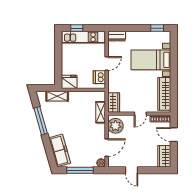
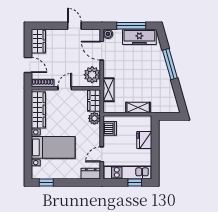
door: (107, 64) -> (102, 154), moved
fridge: (69, 82) -> (144, 140), moved, turned 90
plant: (113, 86) -> (94, 118), added
shelving: (57, 96) -> (138, 107), moved
window: (41, 121) -> (170, 64), moved
door: (107, 148) -> (102, 51), hinge flipped
freezer: (60, 150) -> (139, 37), moved, turned -74

